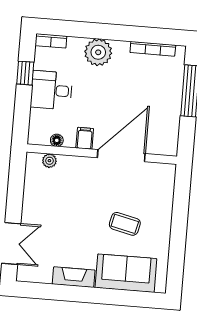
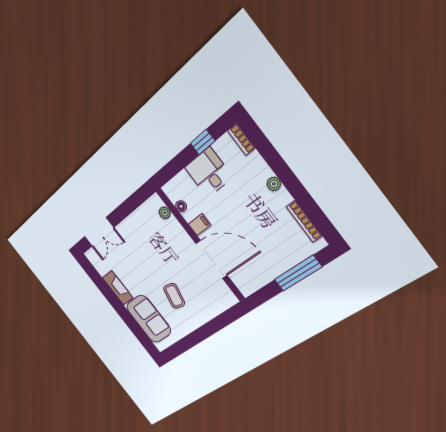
plant: (98, 52) -> (274, 184), width x0.53, depth x0.53

